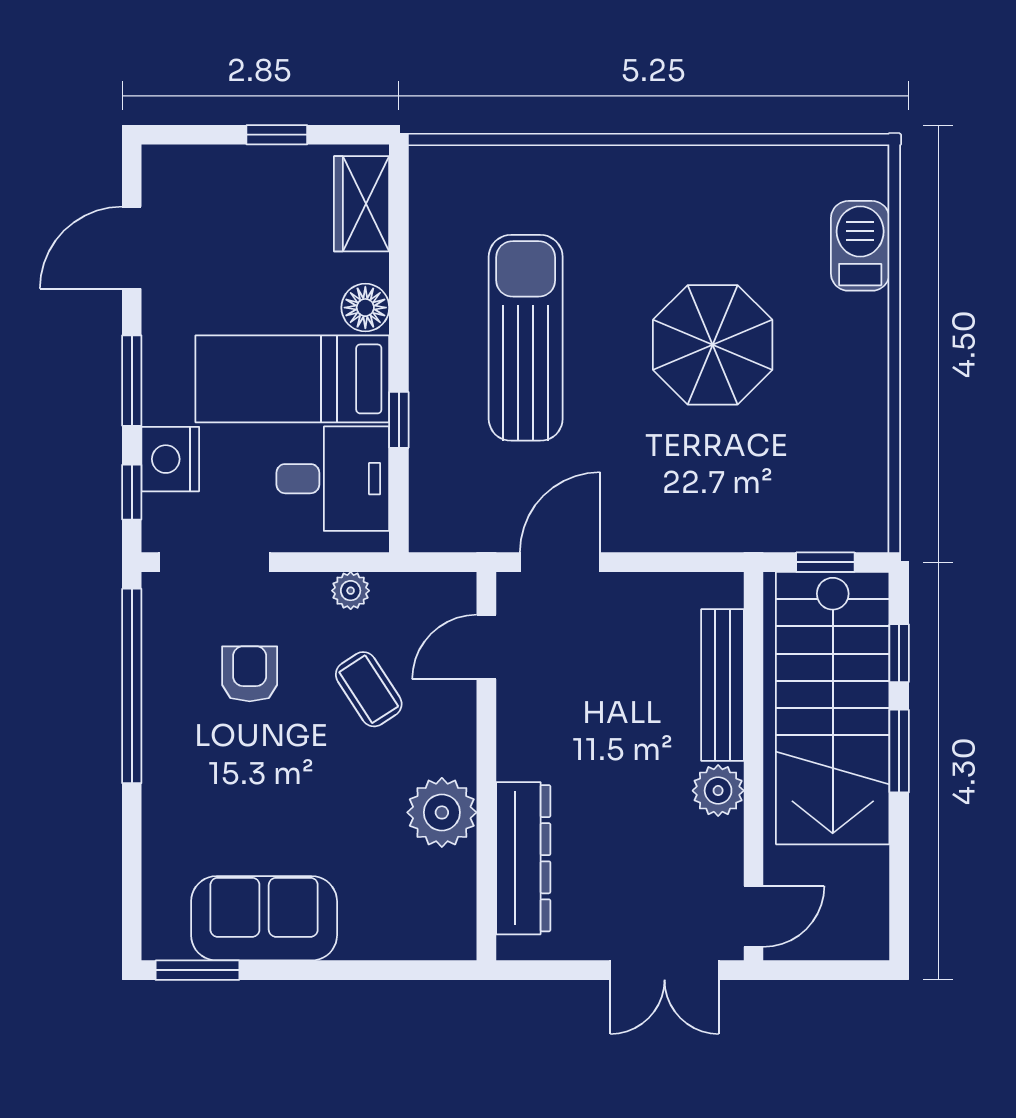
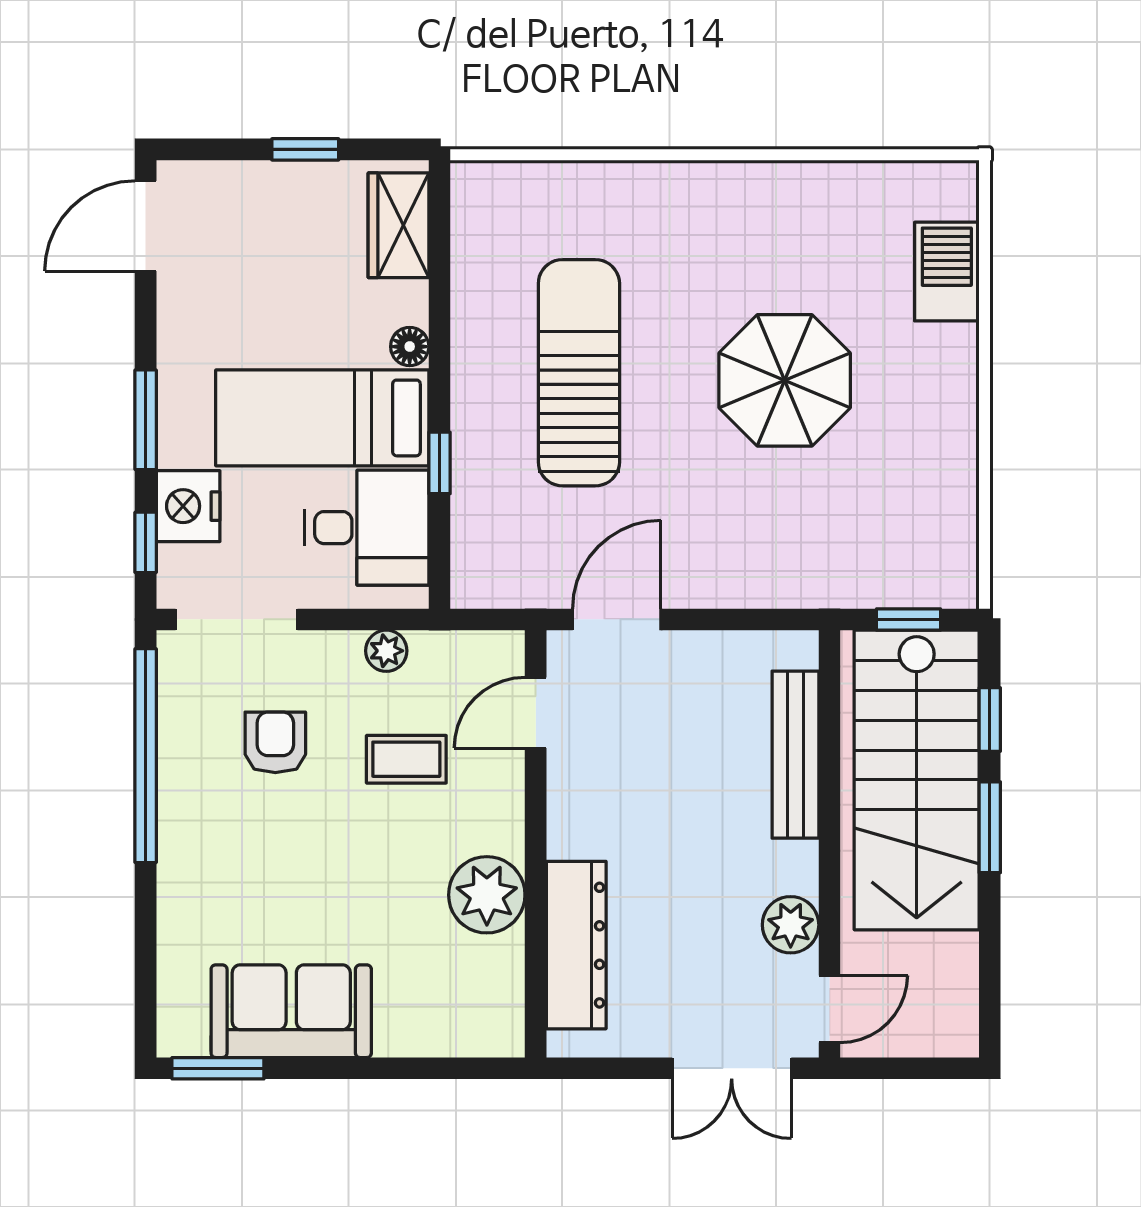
door: (132, 248) -> (146, 226), moved
floor lamp: (365, 308) -> (410, 347), width x0.73, depth x0.73
coffee table: (369, 689) -> (406, 759), turned -57
plant: (718, 791) -> (791, 925), moved

